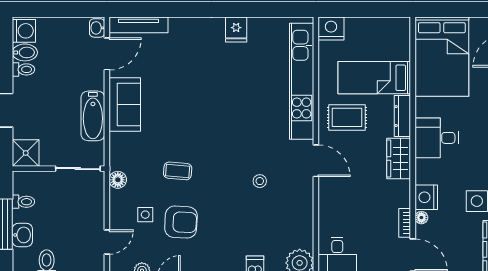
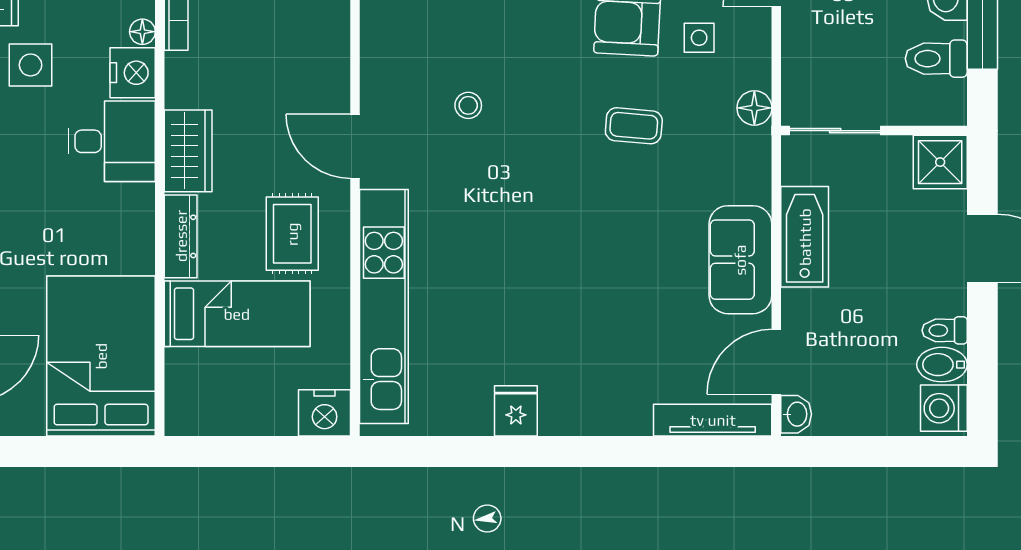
rug: (347, 117) -> (292, 234), turned 90
desk: (437, 138) -> (112, 141), moved
toilet: (23, 202) -> (936, 59), width x1.37, depth x1.39

